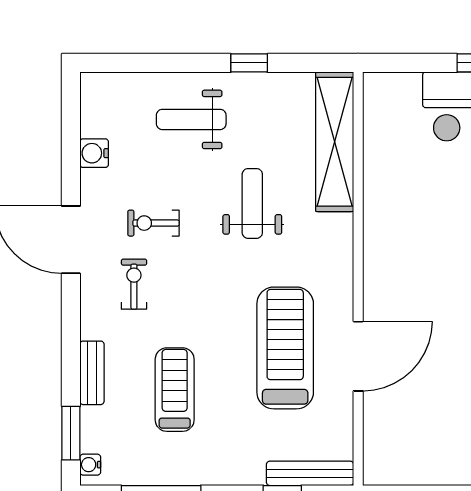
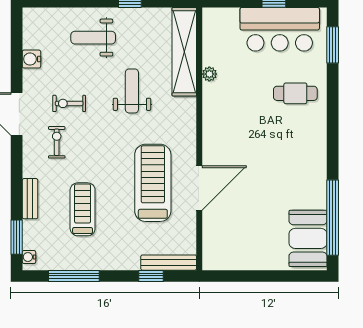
plant: (374, 177) -> (209, 74), added

